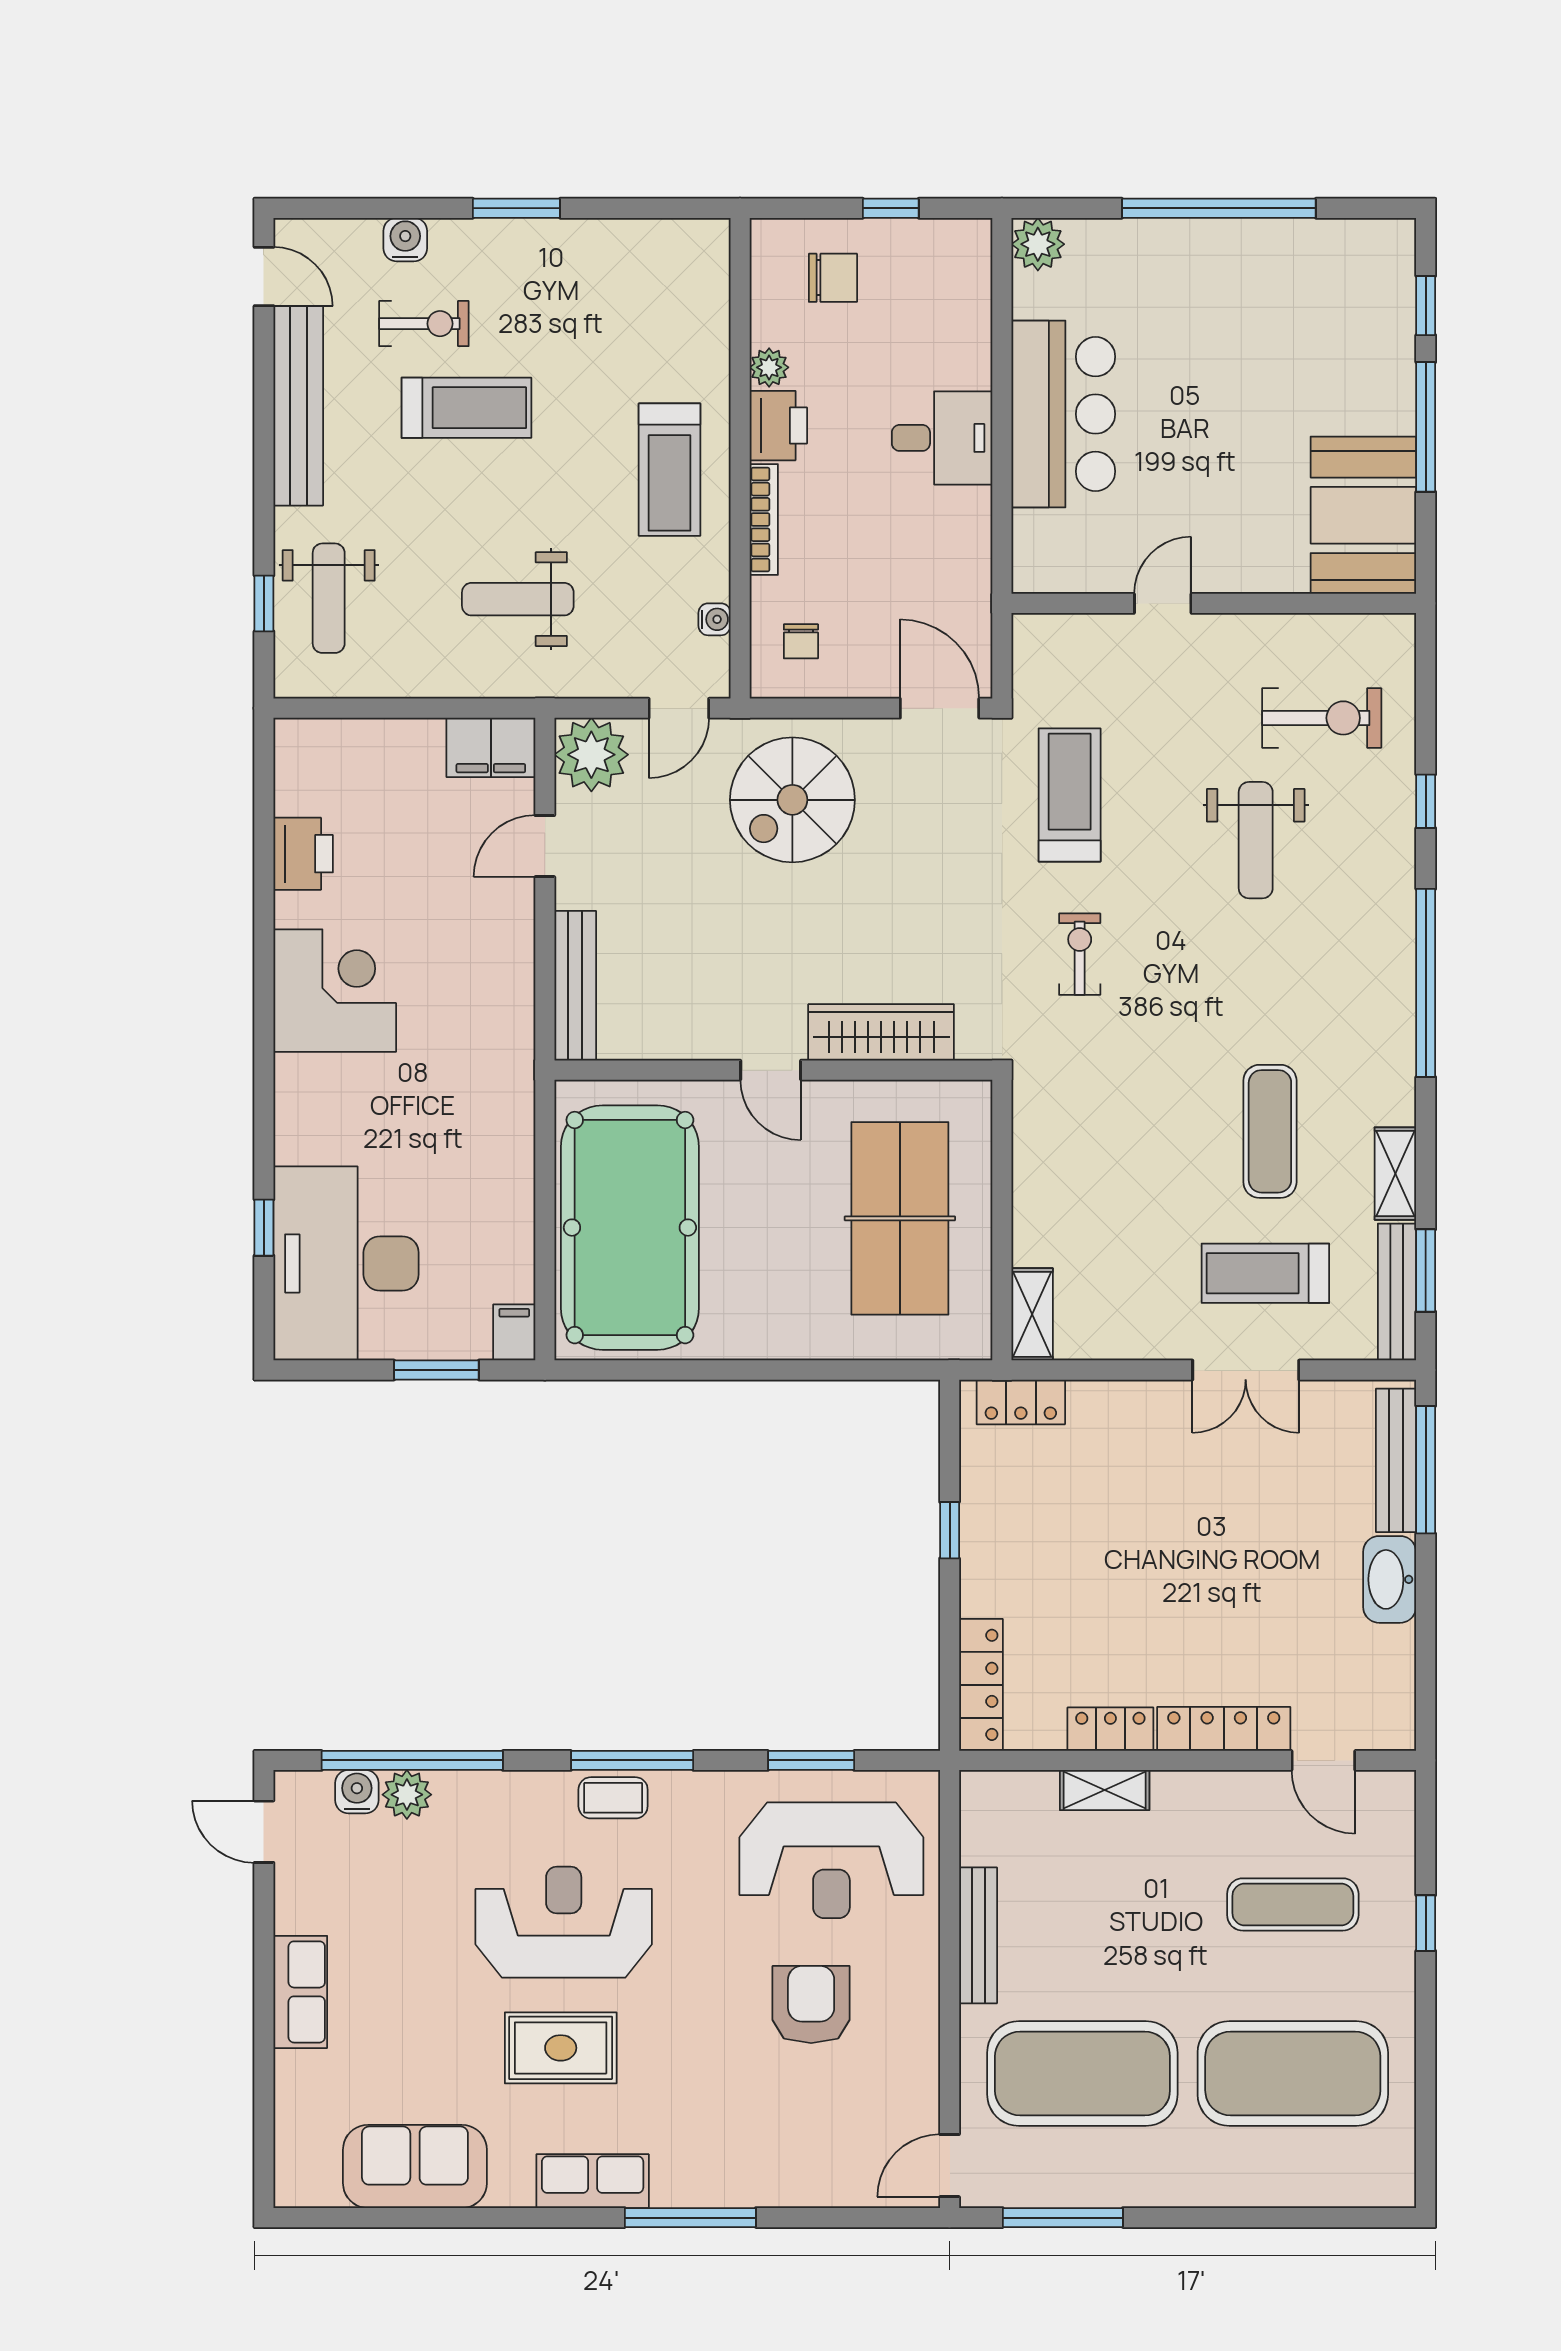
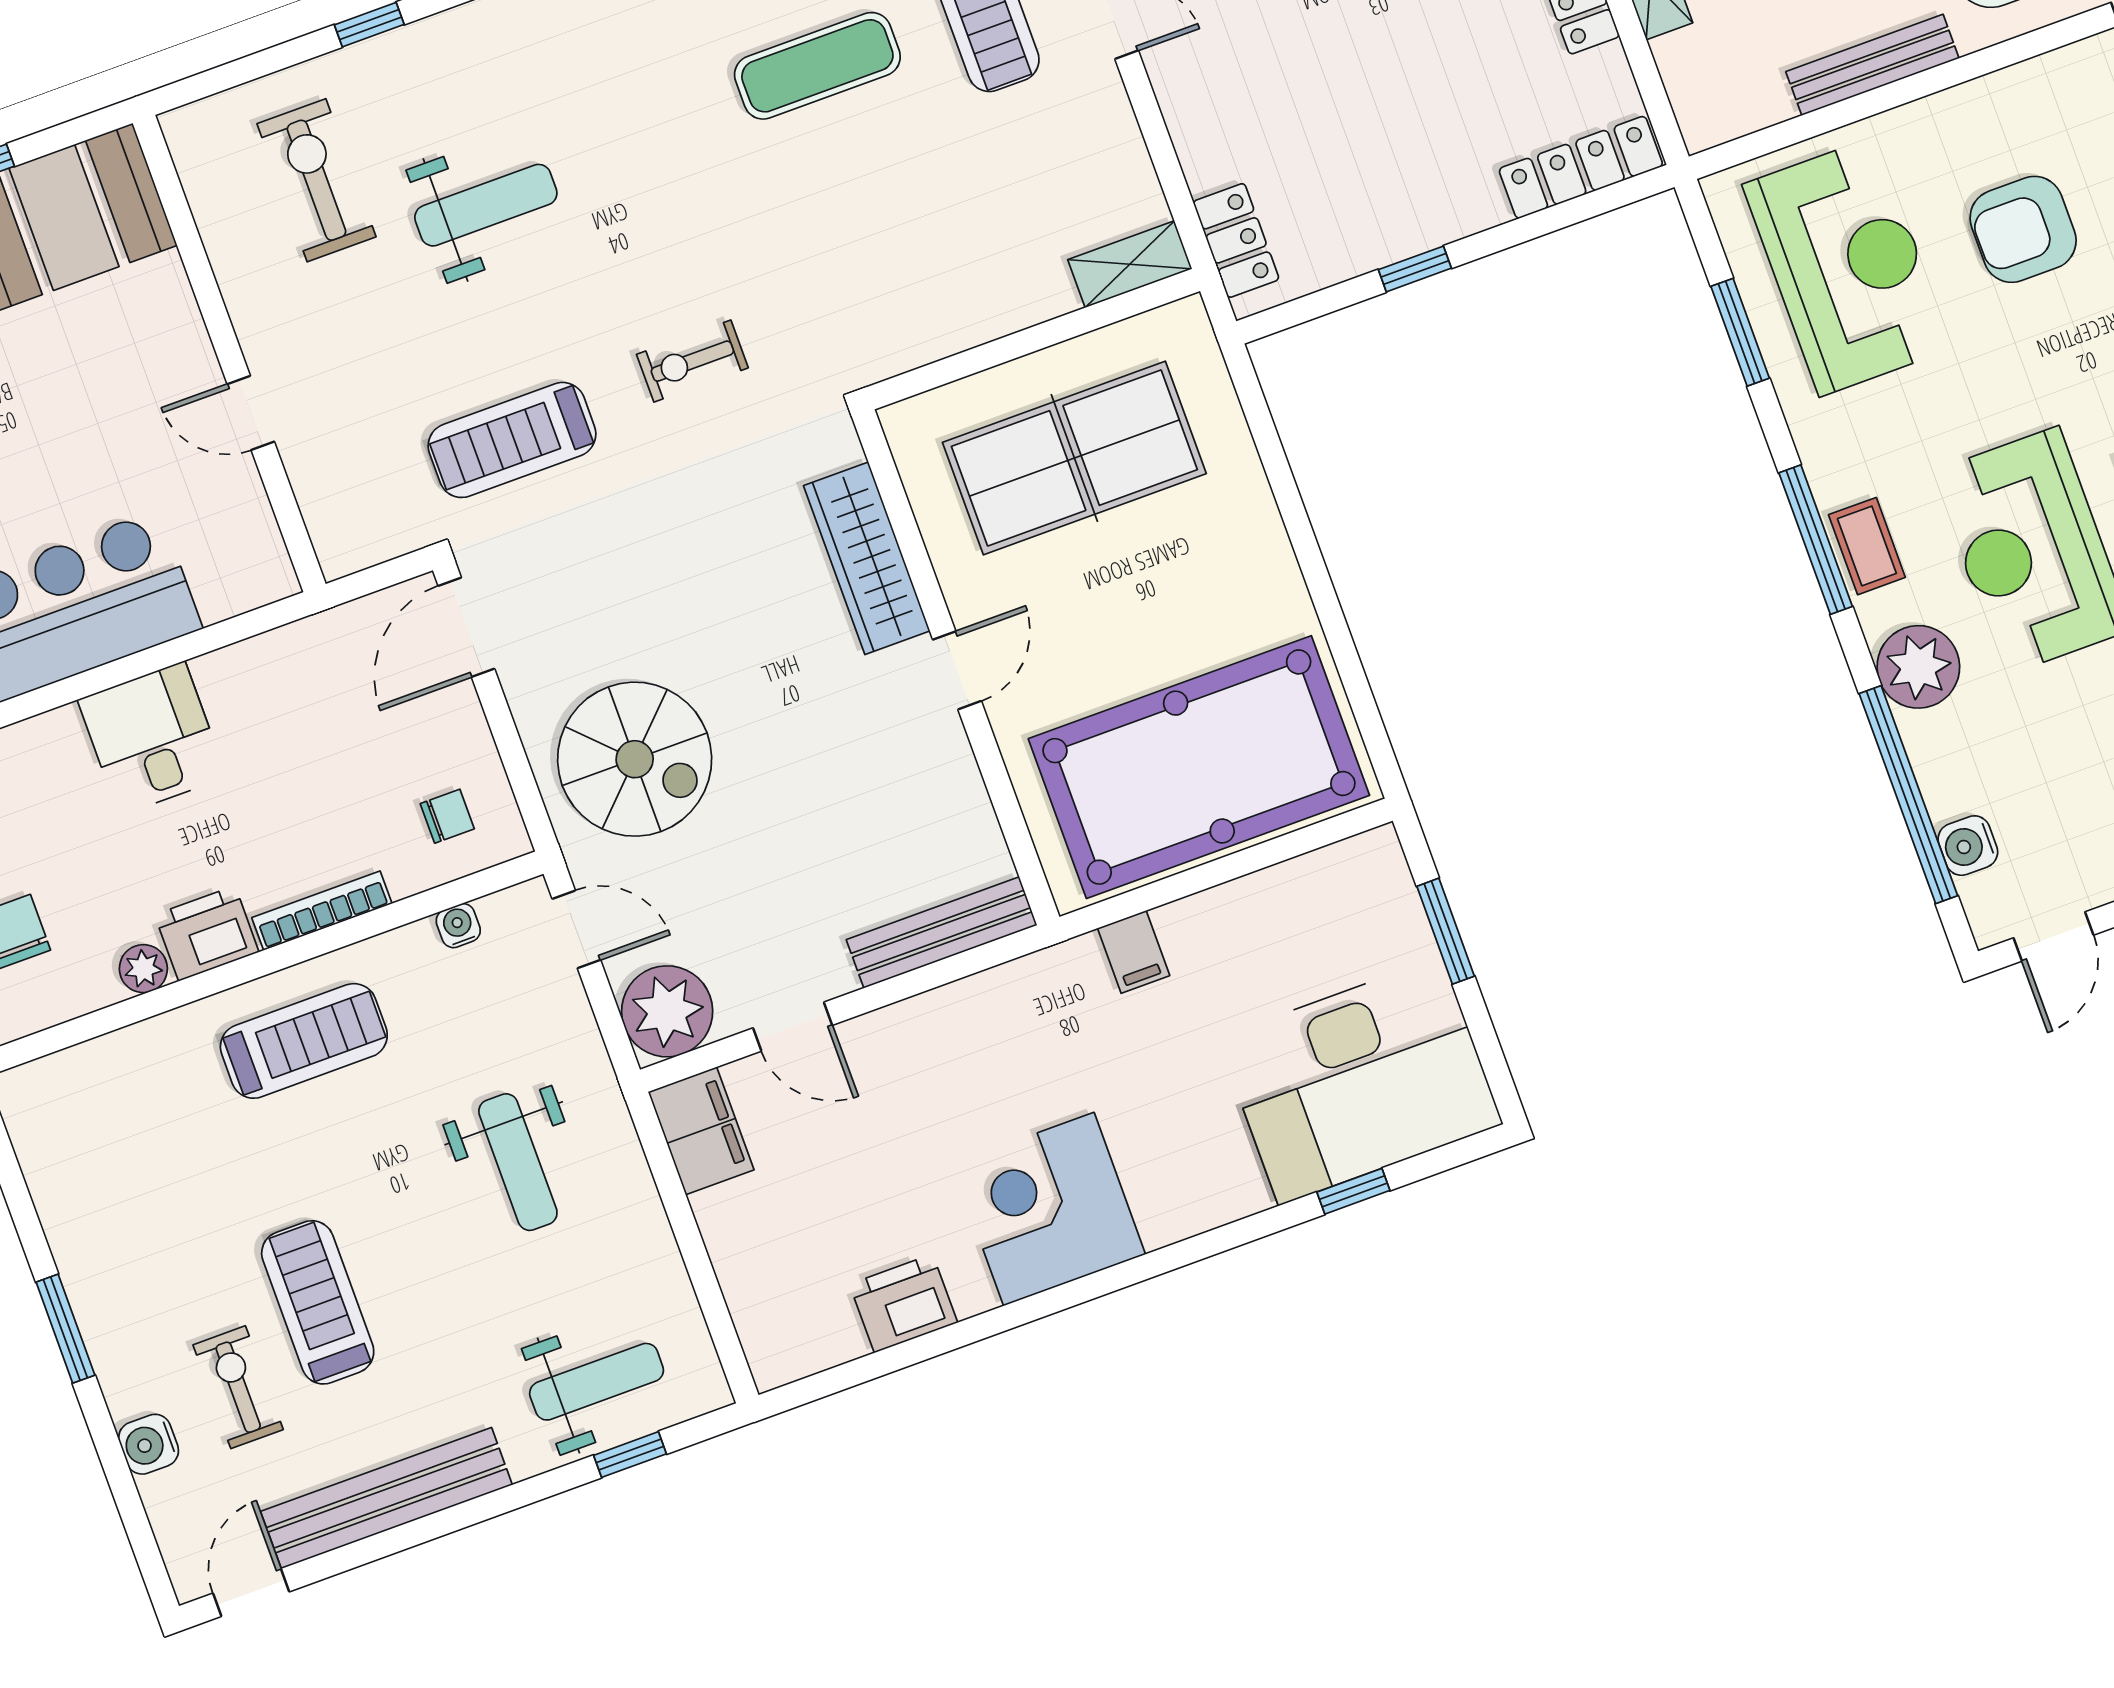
filing cabinet: (514, 1332) -> (1134, 952), moved, turned -90
plant: (407, 1795) -> (1918, 667), moved, width x1.36, depth x1.36

